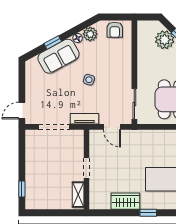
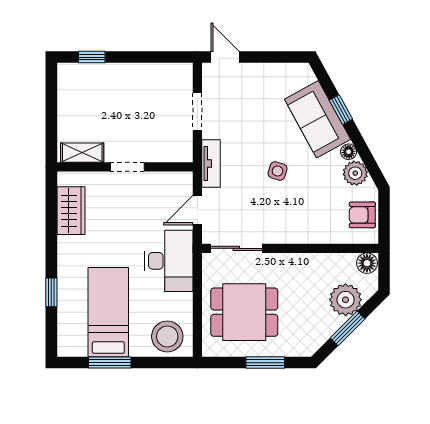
floor lamp: (143, 27) -> (367, 263), added
doorway: (54, 127) -> (197, 112), width x0.73
desk: (142, 144) -> (169, 261), added
wardrobe: (125, 201) -> (71, 211), moved
window: (148, 213) -> (51, 292), moved

